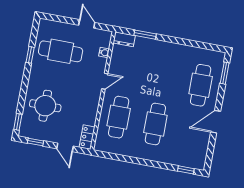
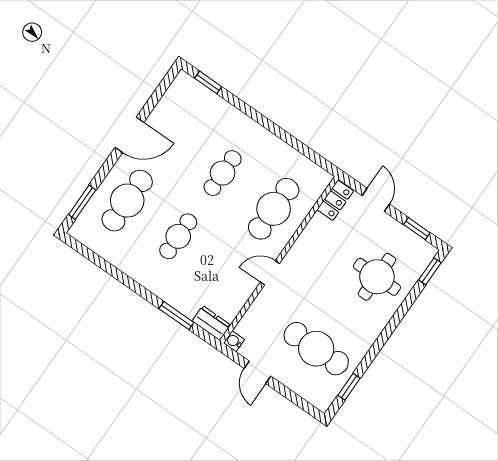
water cooler: (104, 53) -> (234, 341), moved
window: (30, 55) -> (349, 387), moved
cafe table: (164, 78) -> (178, 236), added
cafe table: (155, 124) -> (223, 173), width x0.73, depth x0.74

